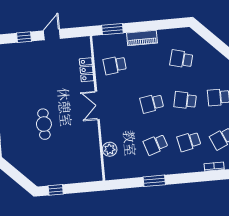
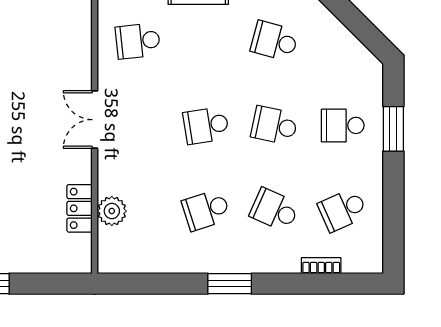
locker: (86, 70) -> (80, 208), moved
school desk: (189, 141) -> (274, 210), turned 36
window: (154, 181) -> (230, 284), moved

